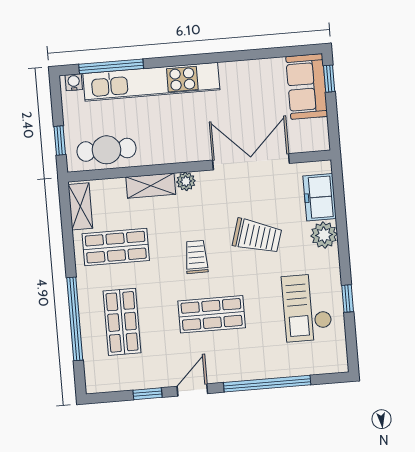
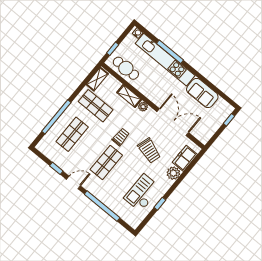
window: (111, 66) -> (170, 52), moved
sofa: (307, 87) -> (202, 93), moved, turned -90
shop shelf: (212, 314) -> (106, 162), turned 90

